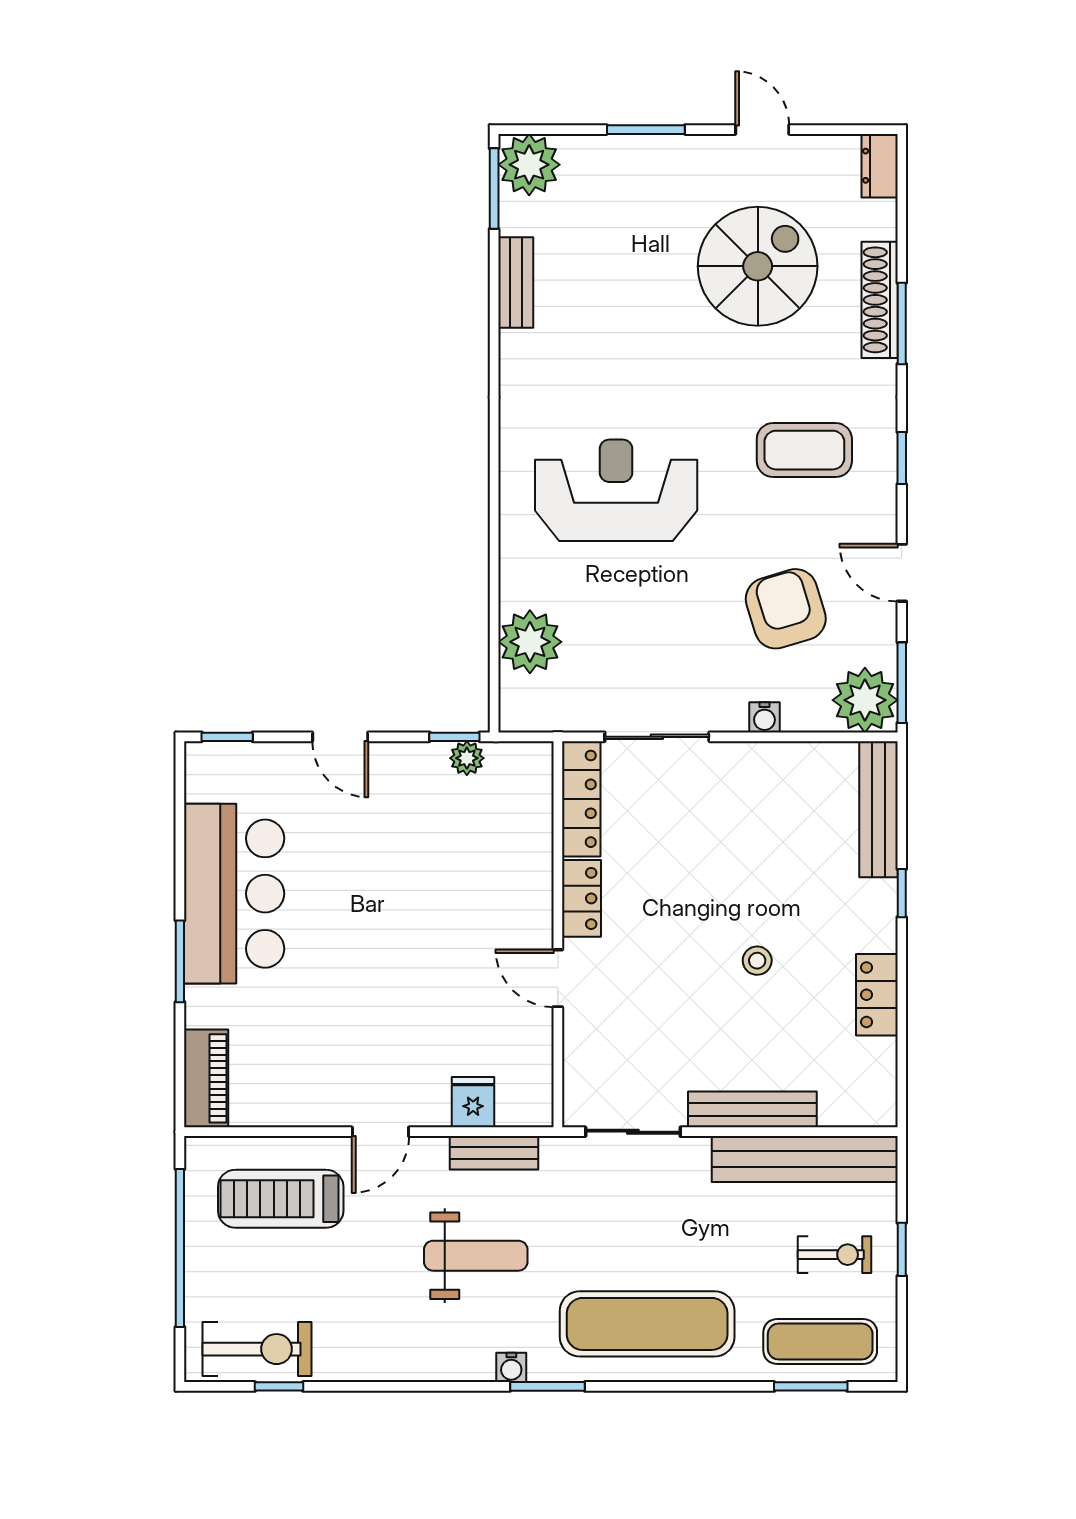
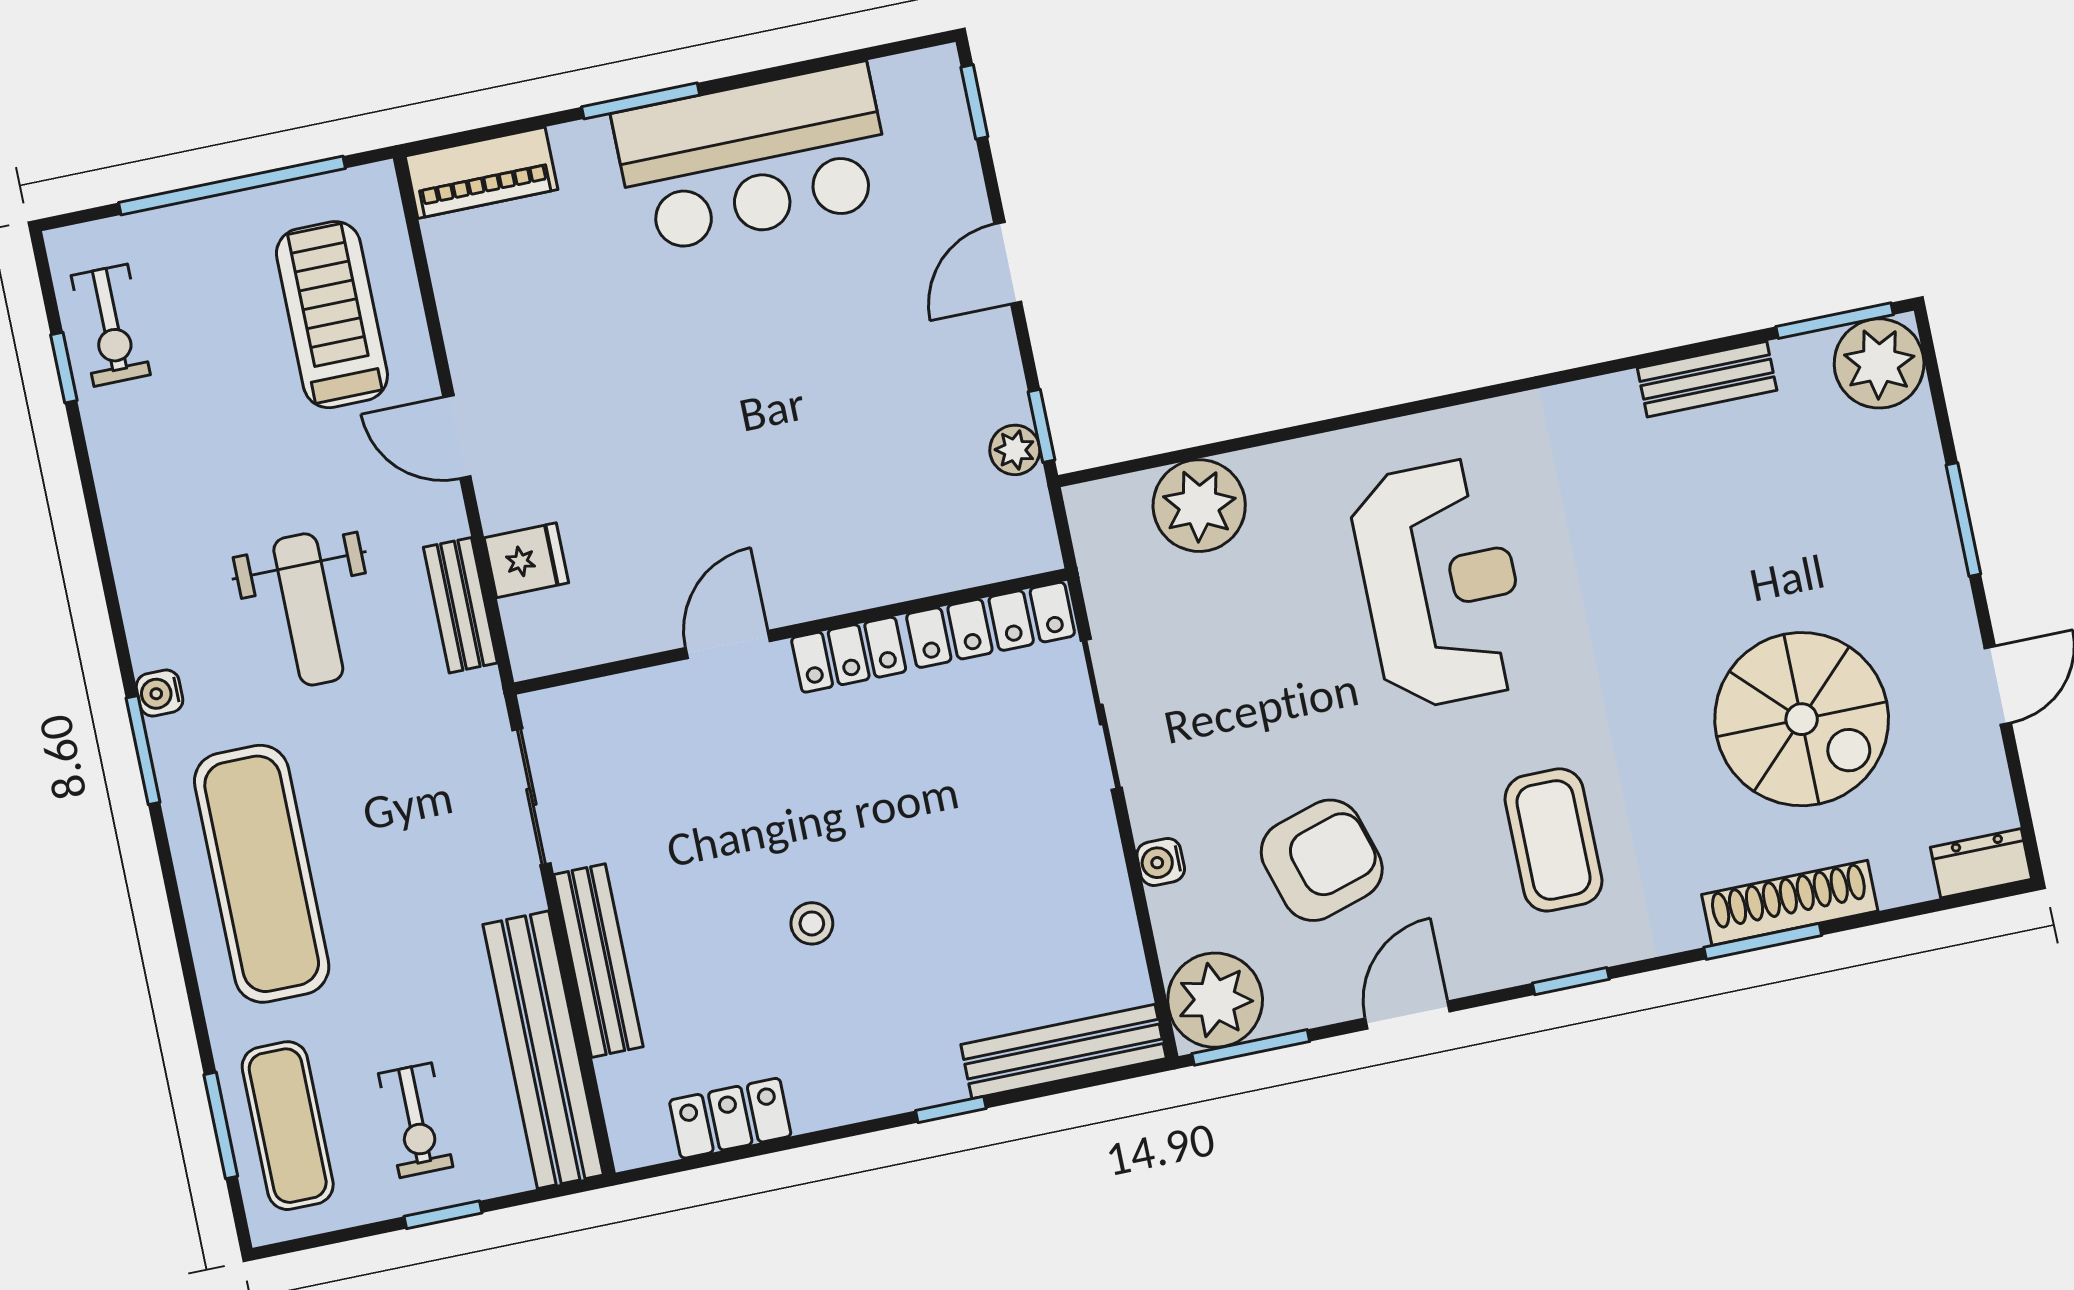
locker: (877, 995) -> (730, 1118), moved
exercise bike: (257, 1349) -> (111, 325), width x0.73, depth x0.72

